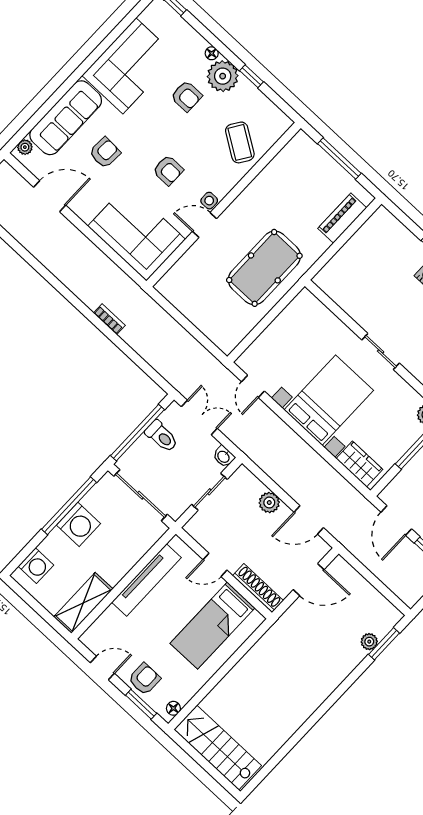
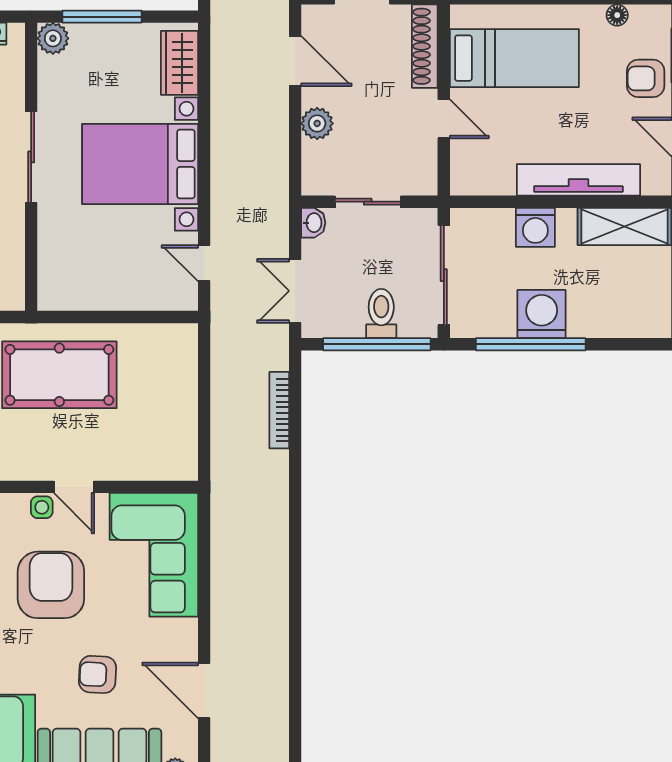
armchair: (168, 170) -> (51, 585), width x1.88, depth x1.88
bookcase: (109, 319) -> (279, 410), moved, width x1.56
sliding door: (381, 352) -> (31, 157), width x1.37
door: (253, 386) -> (204, 263), swing flipped
toilet: (162, 436) -> (381, 314), moved
washing machine: (36, 566) -> (535, 227), moved, turned 180
tv unit: (146, 580) -> (578, 180), moved
floor lamp: (173, 708) -> (617, 15), moved

